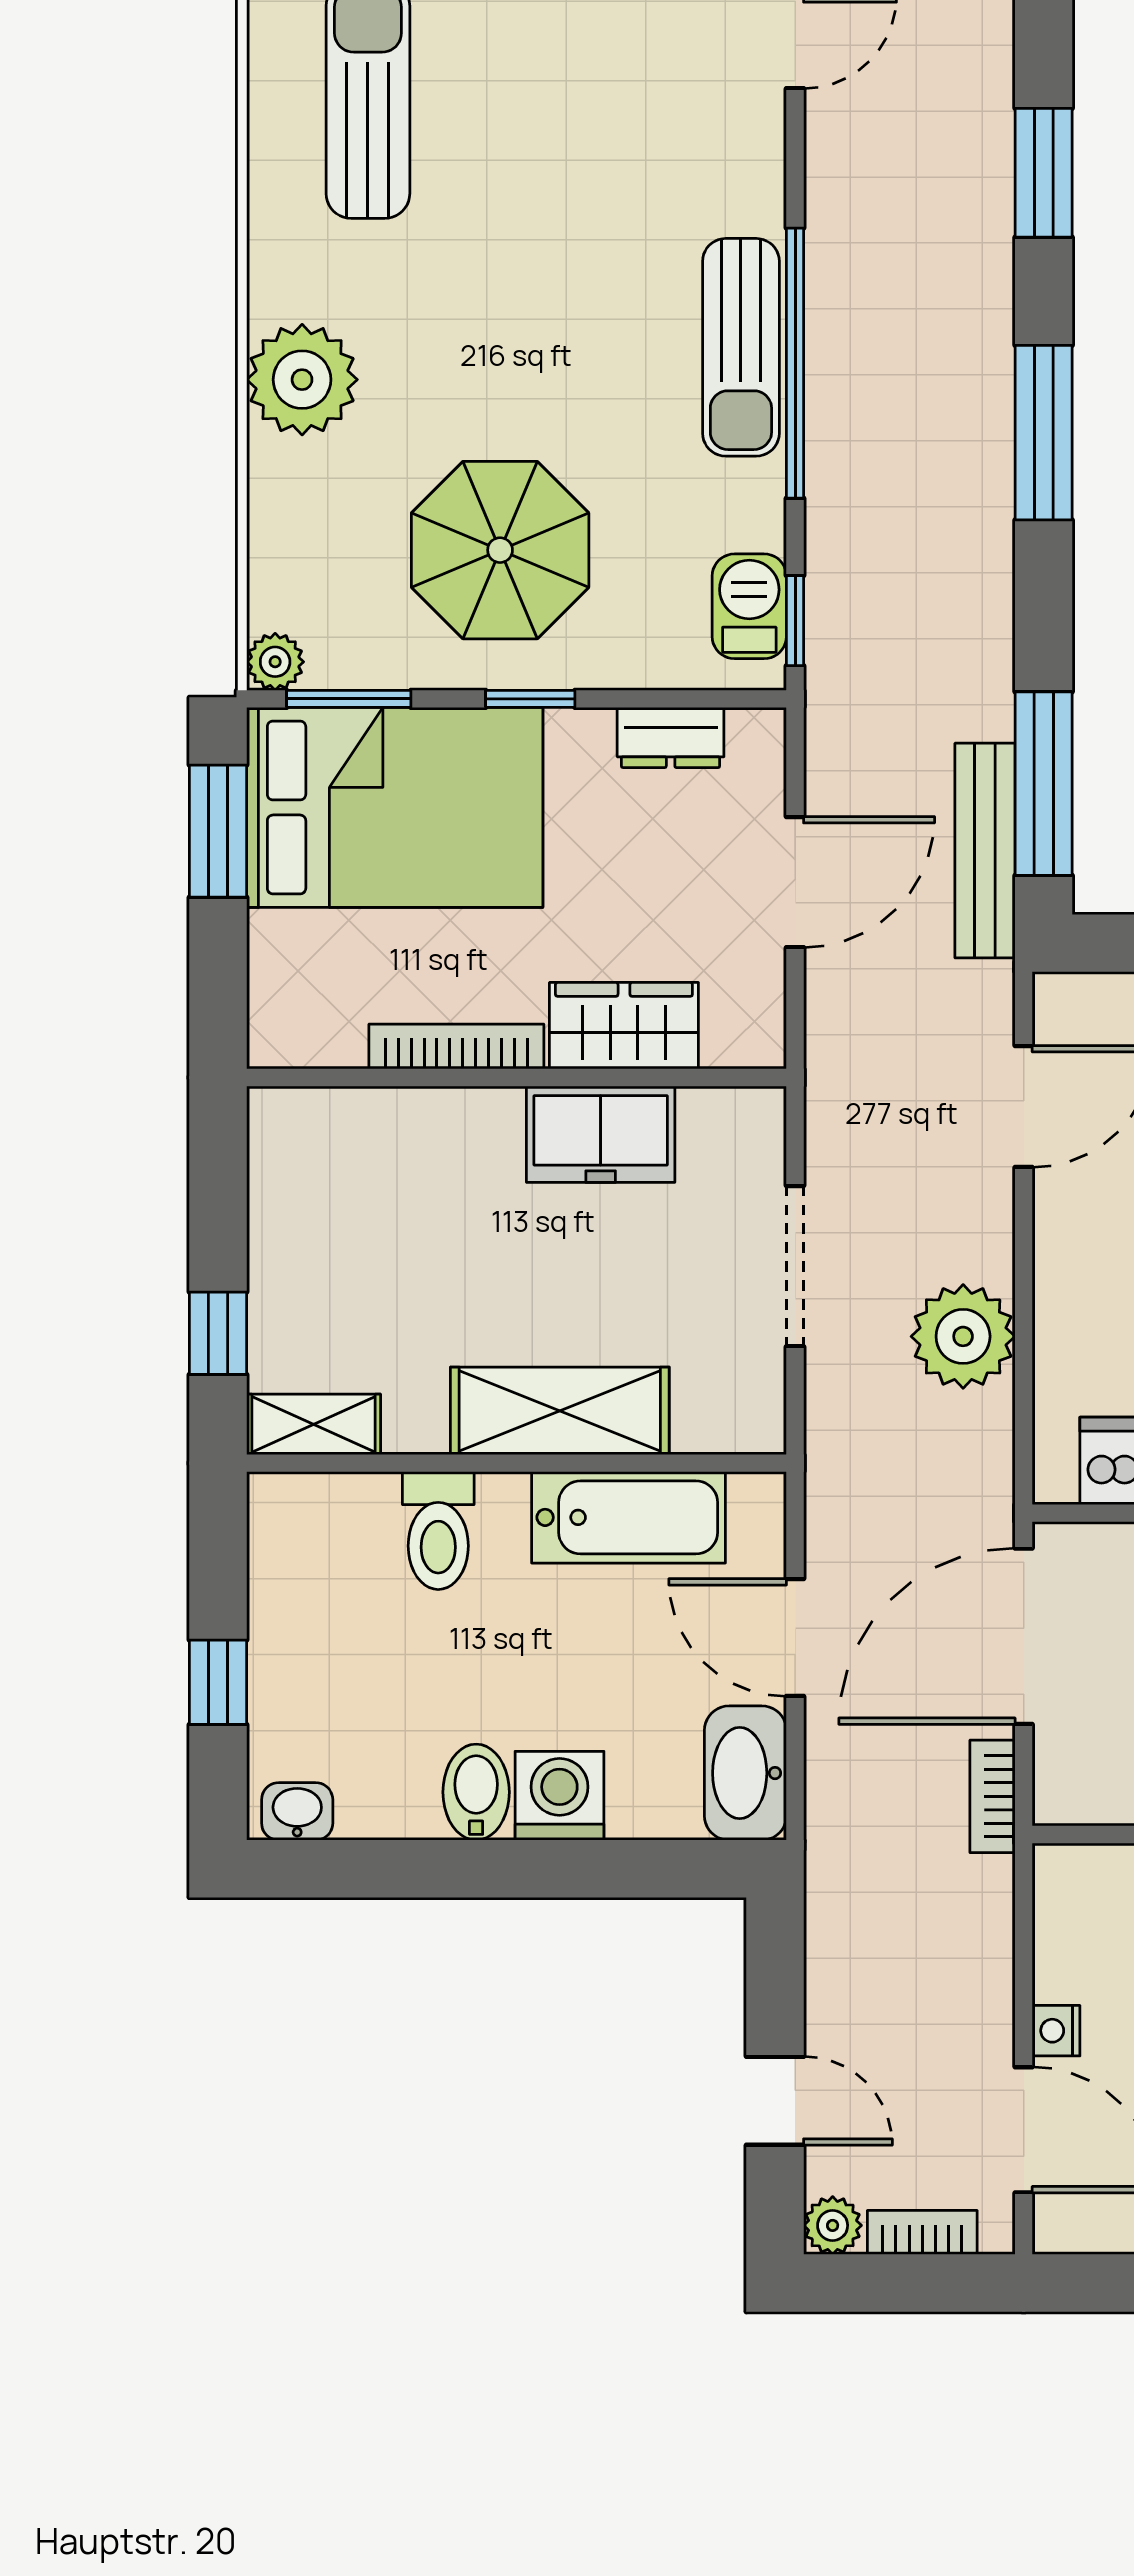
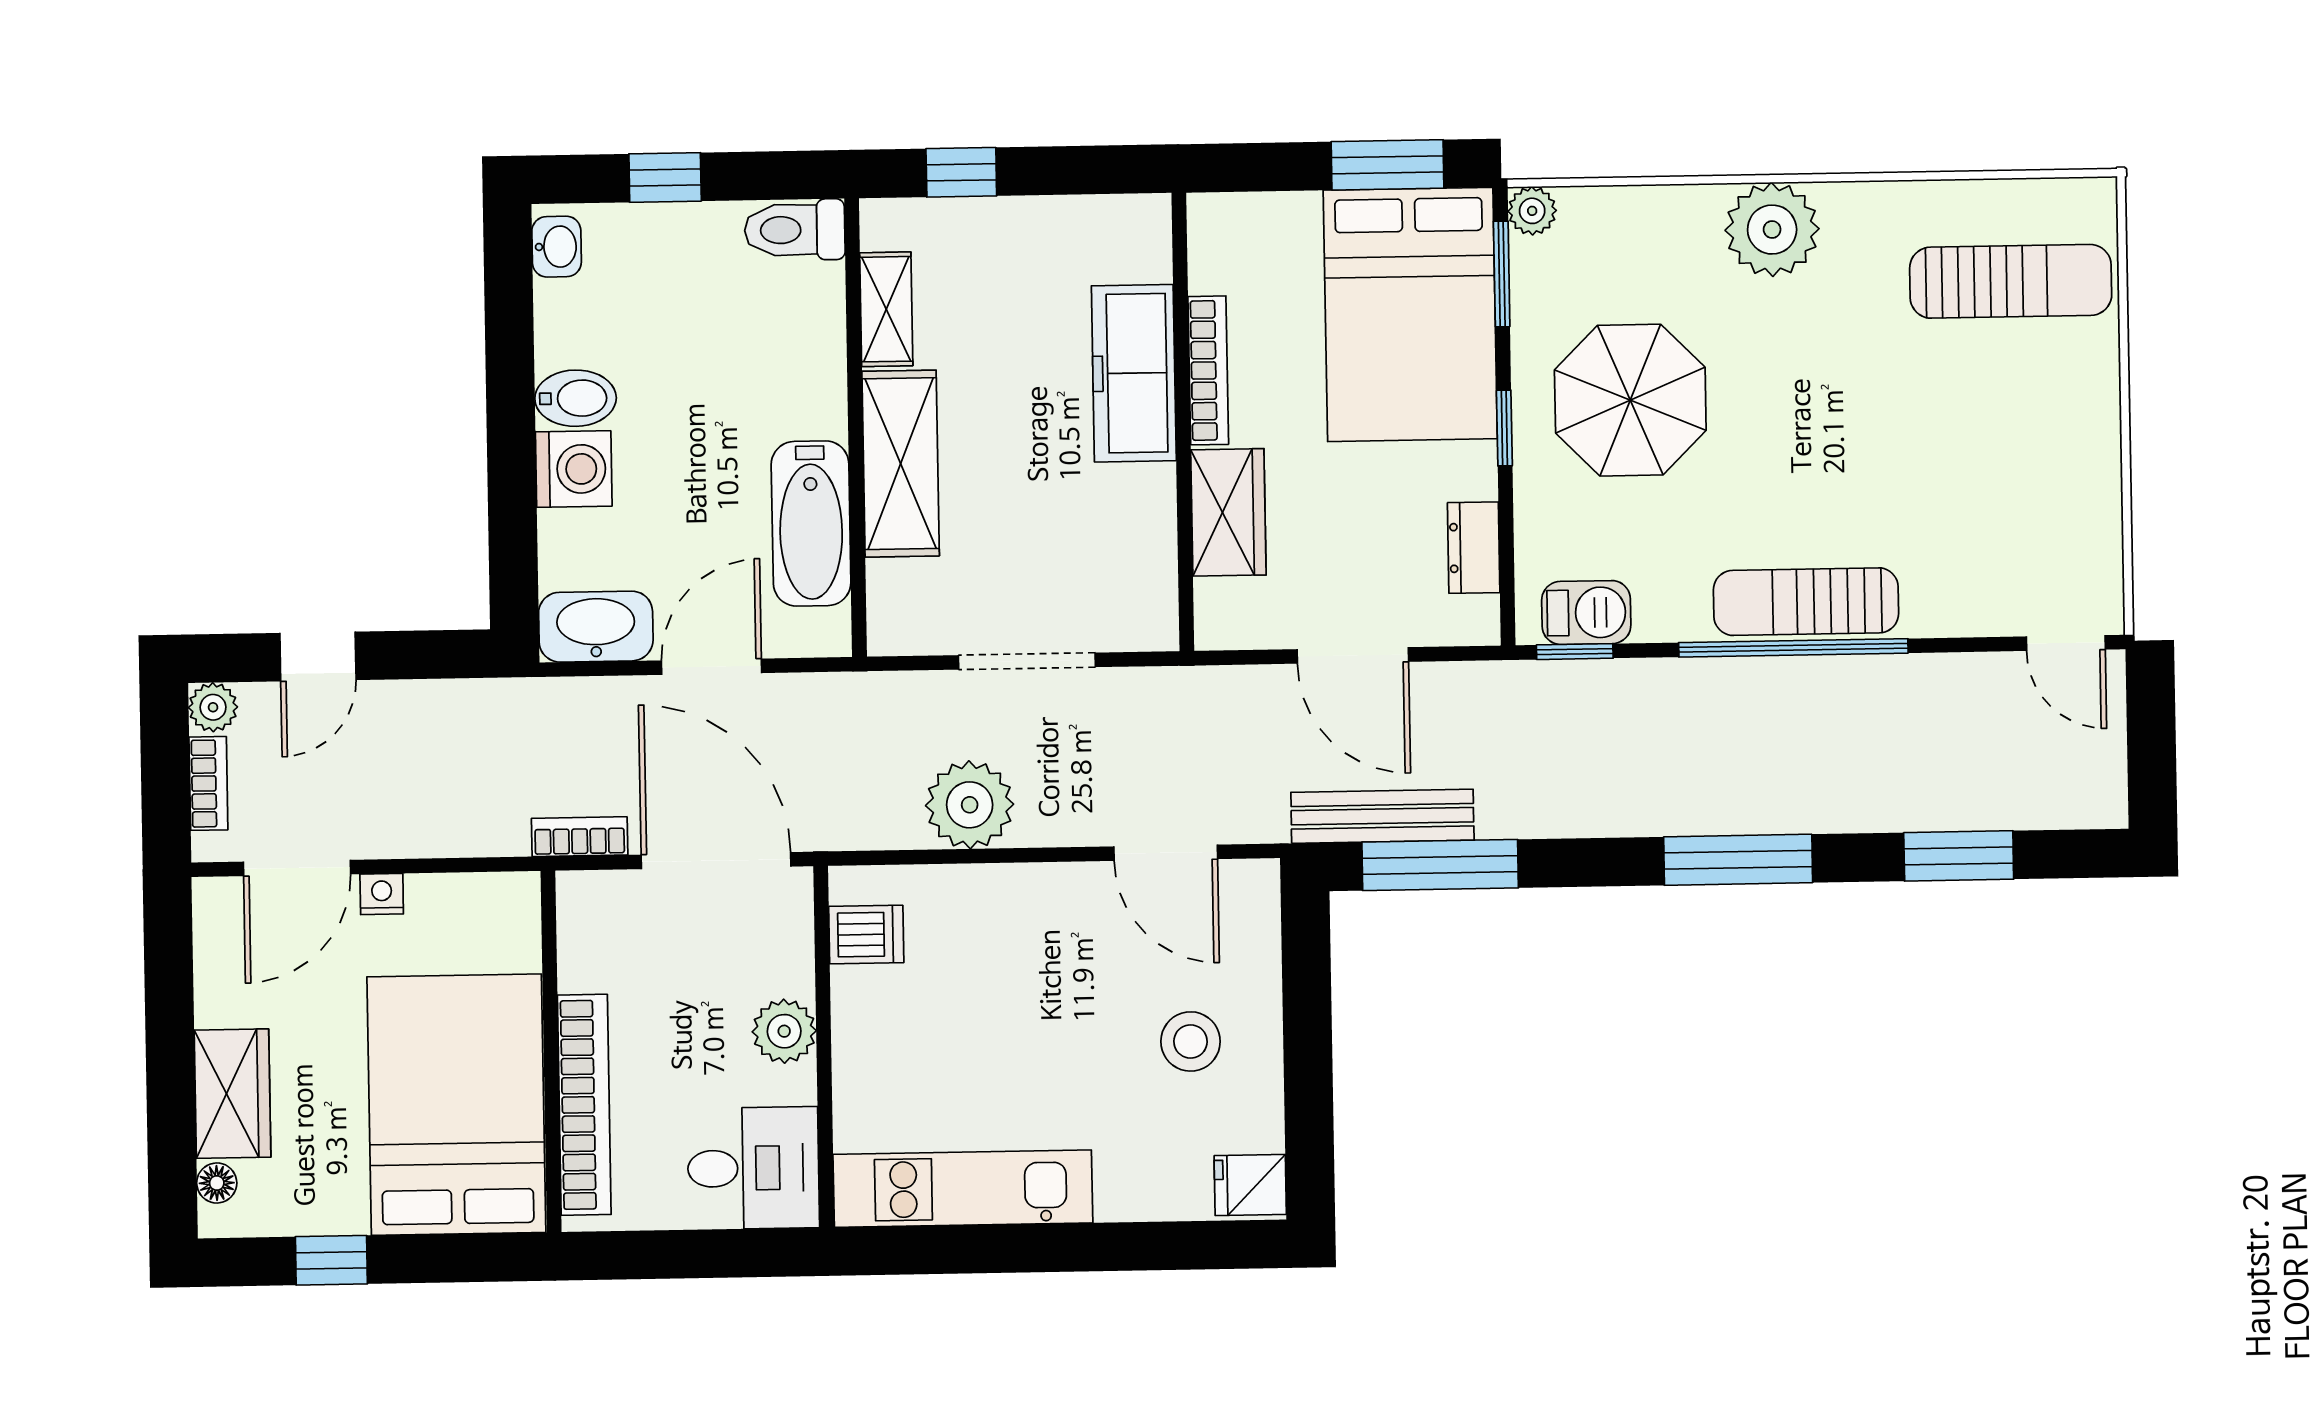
freezer: (601, 1134) -> (1134, 373), moved, width x1.40
shelving: (314, 1424) -> (886, 309), moved
toilet: (438, 1531) -> (795, 230), moved

